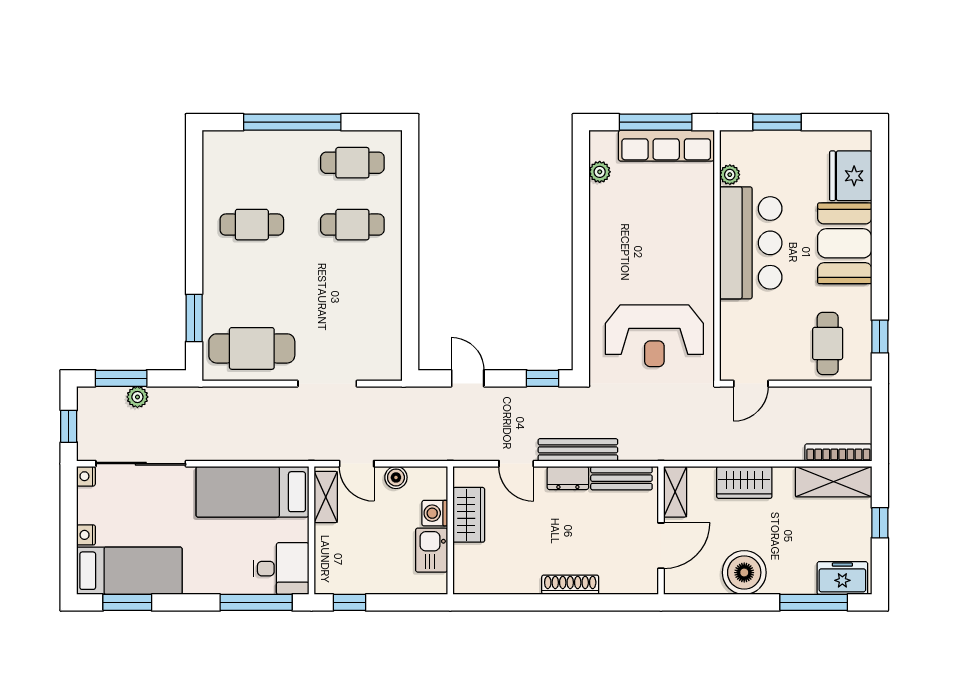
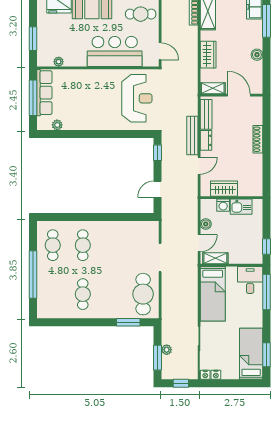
bar counter: (751, 243) -> (115, 51), moved
nightstand: (86, 535) -> (216, 375), moved
boiler: (744, 573) -> (257, 55), width x0.54, depth x0.54

